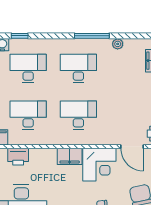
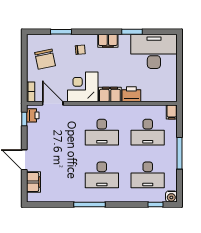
plant: (118, 44) -> (66, 197), removed
printer: (18, 157) -> (131, 94), moved

